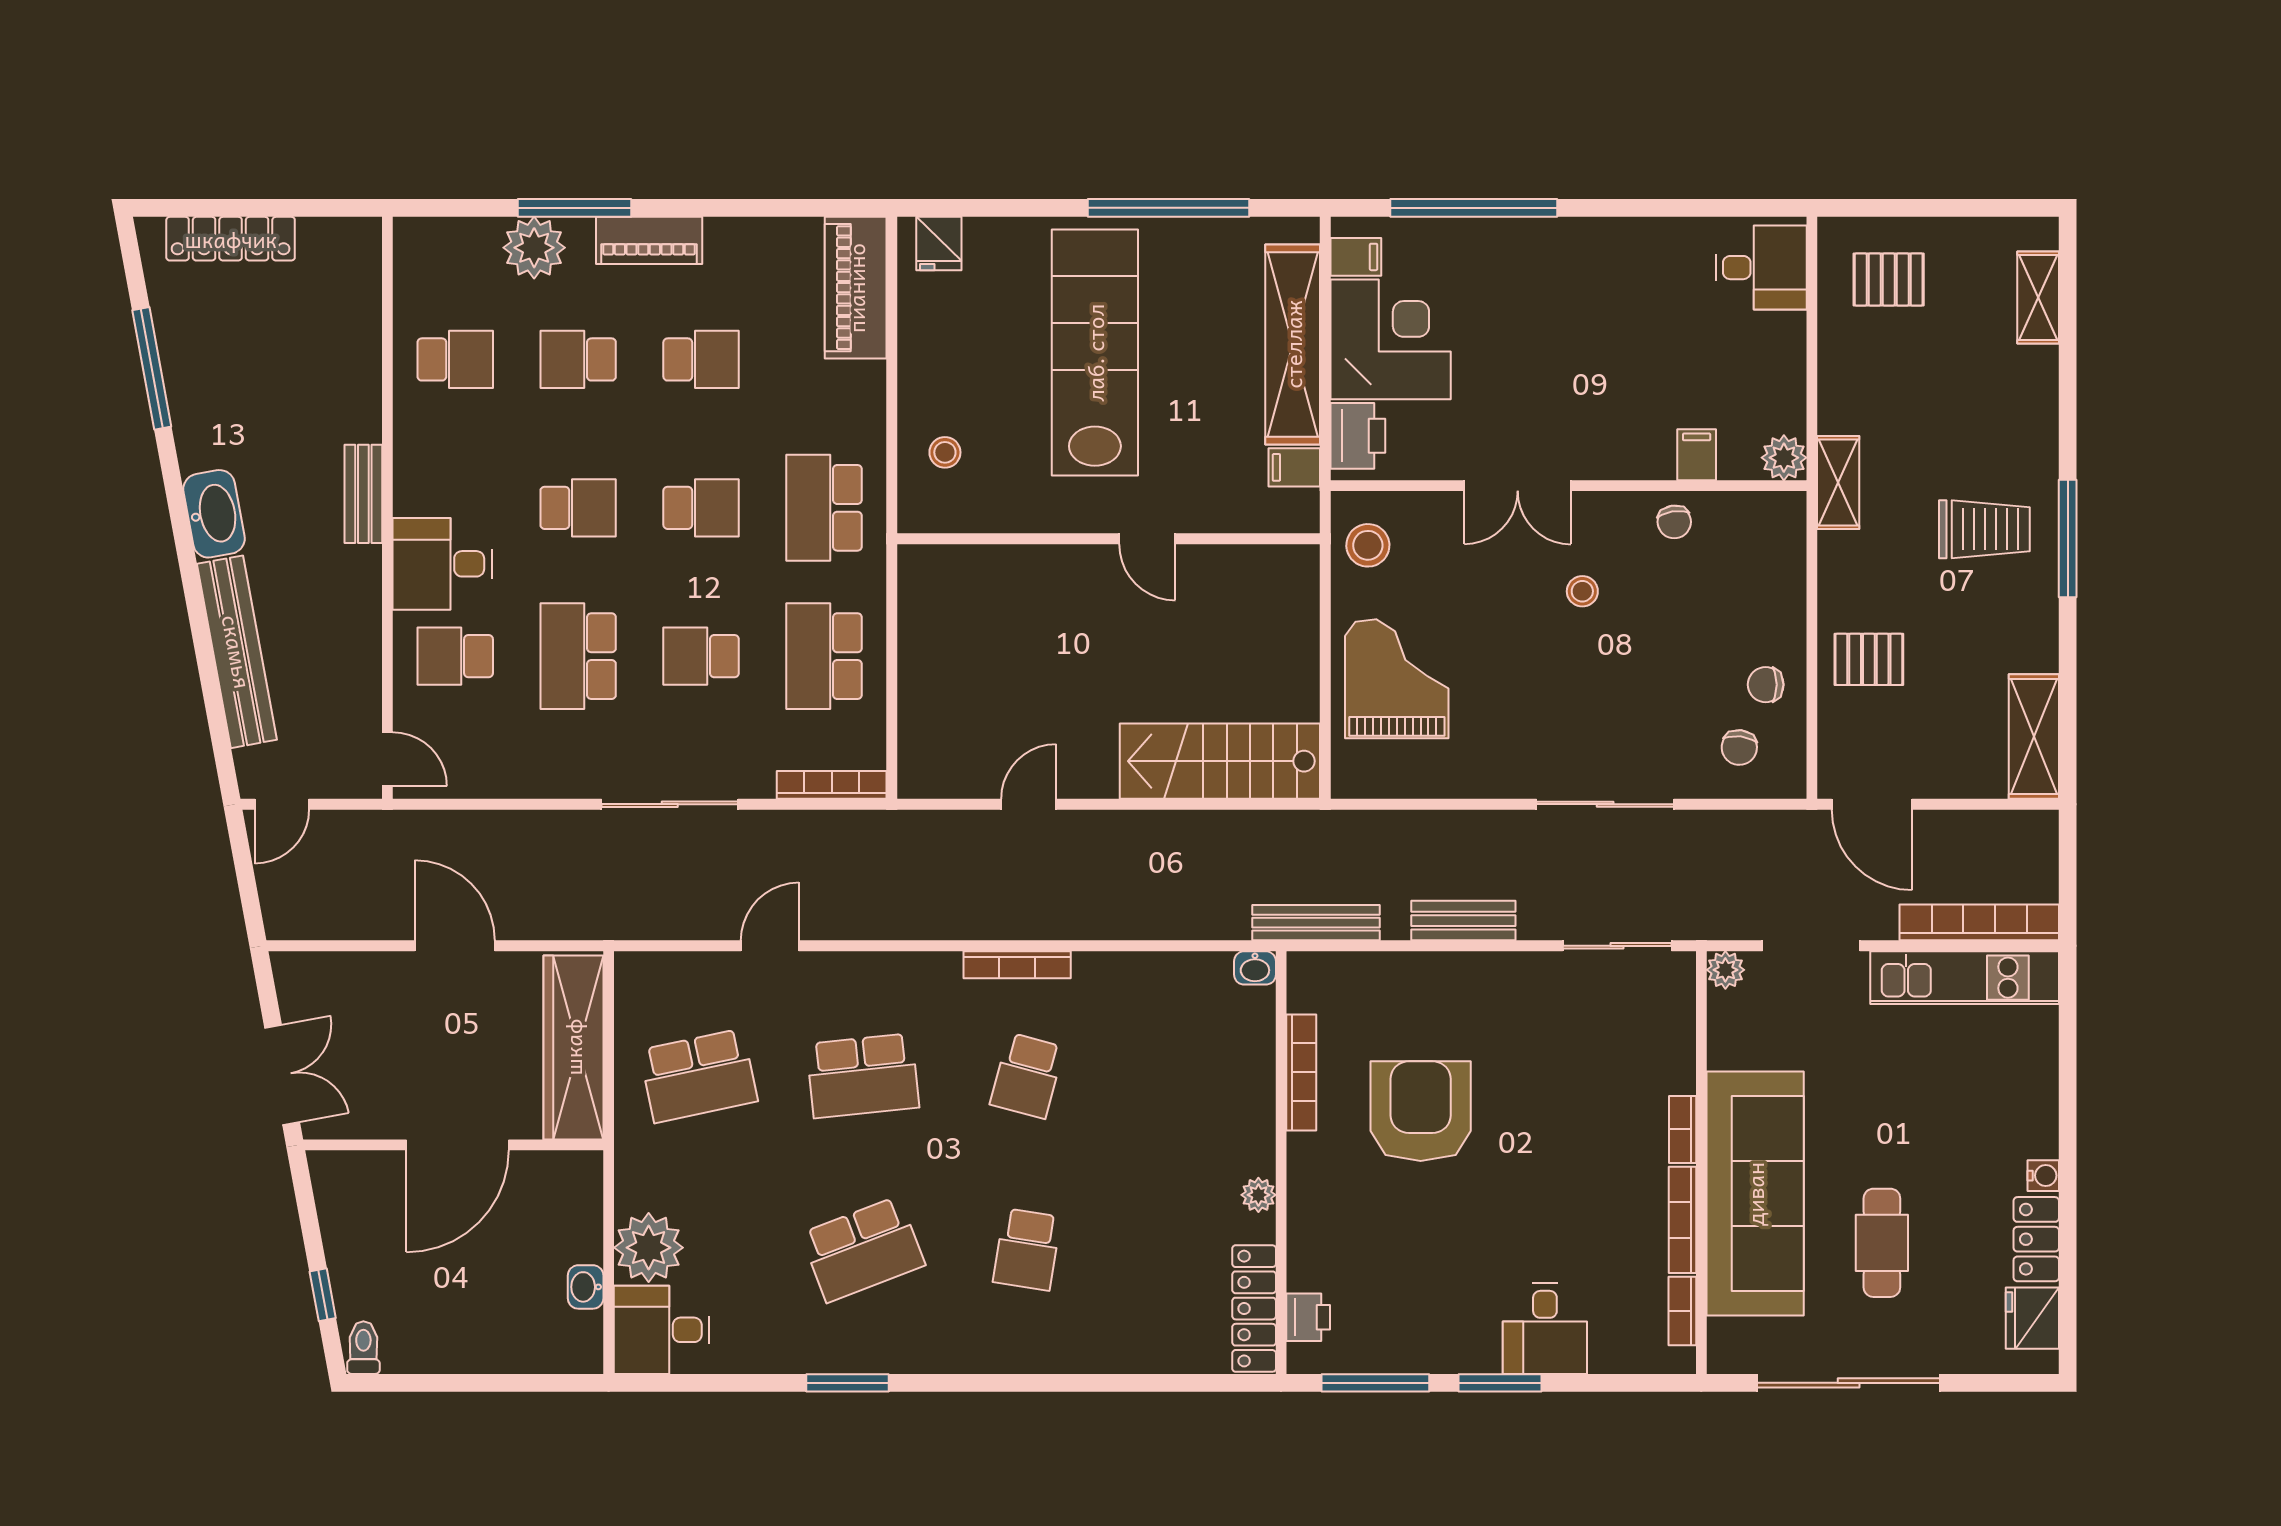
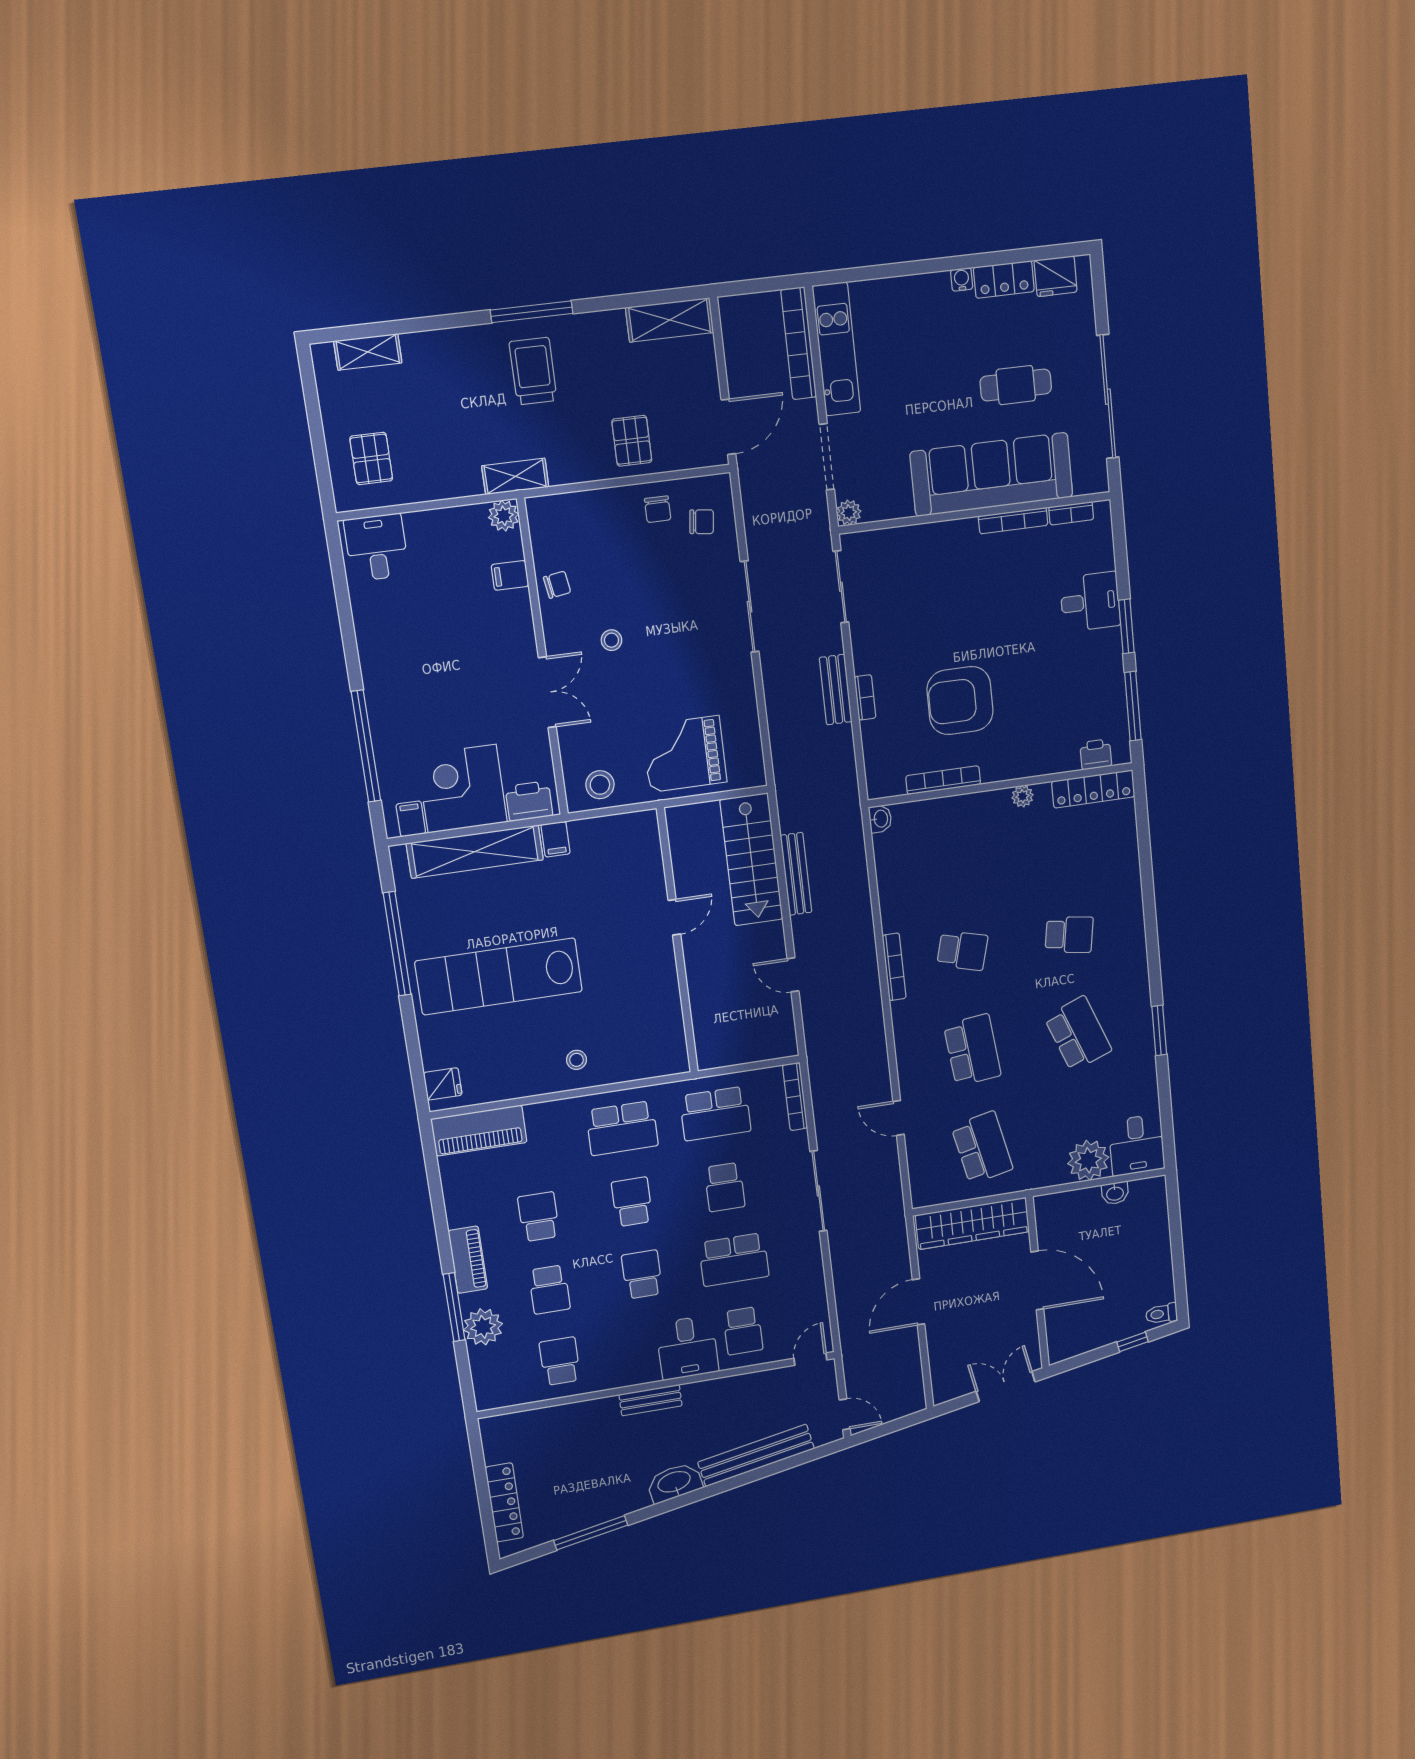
wall: (1109, 539) -> (677, 941), moved
door: (1147, 539) -> (674, 917), moved
bench: (1316, 923) -> (796, 874), moved
bookcase: (1683, 1129) -> (865, 697), moved, turned -90

